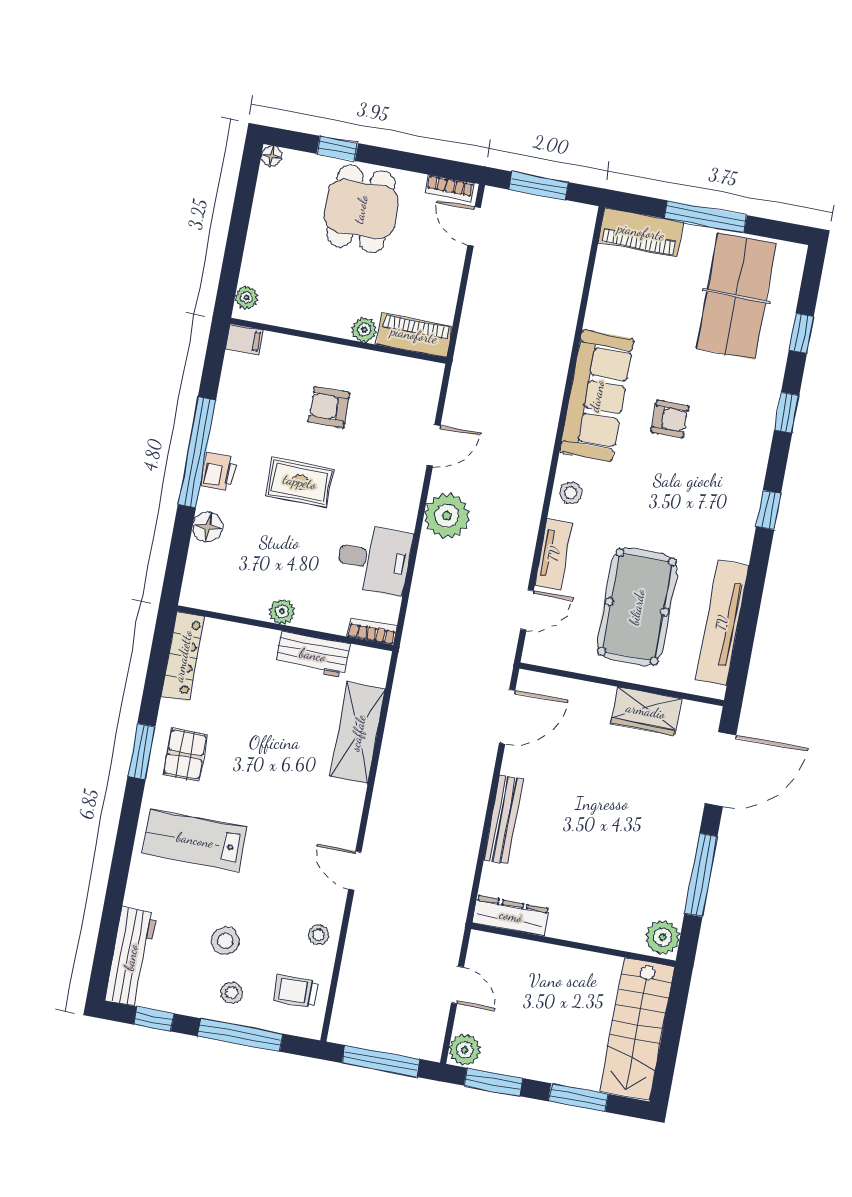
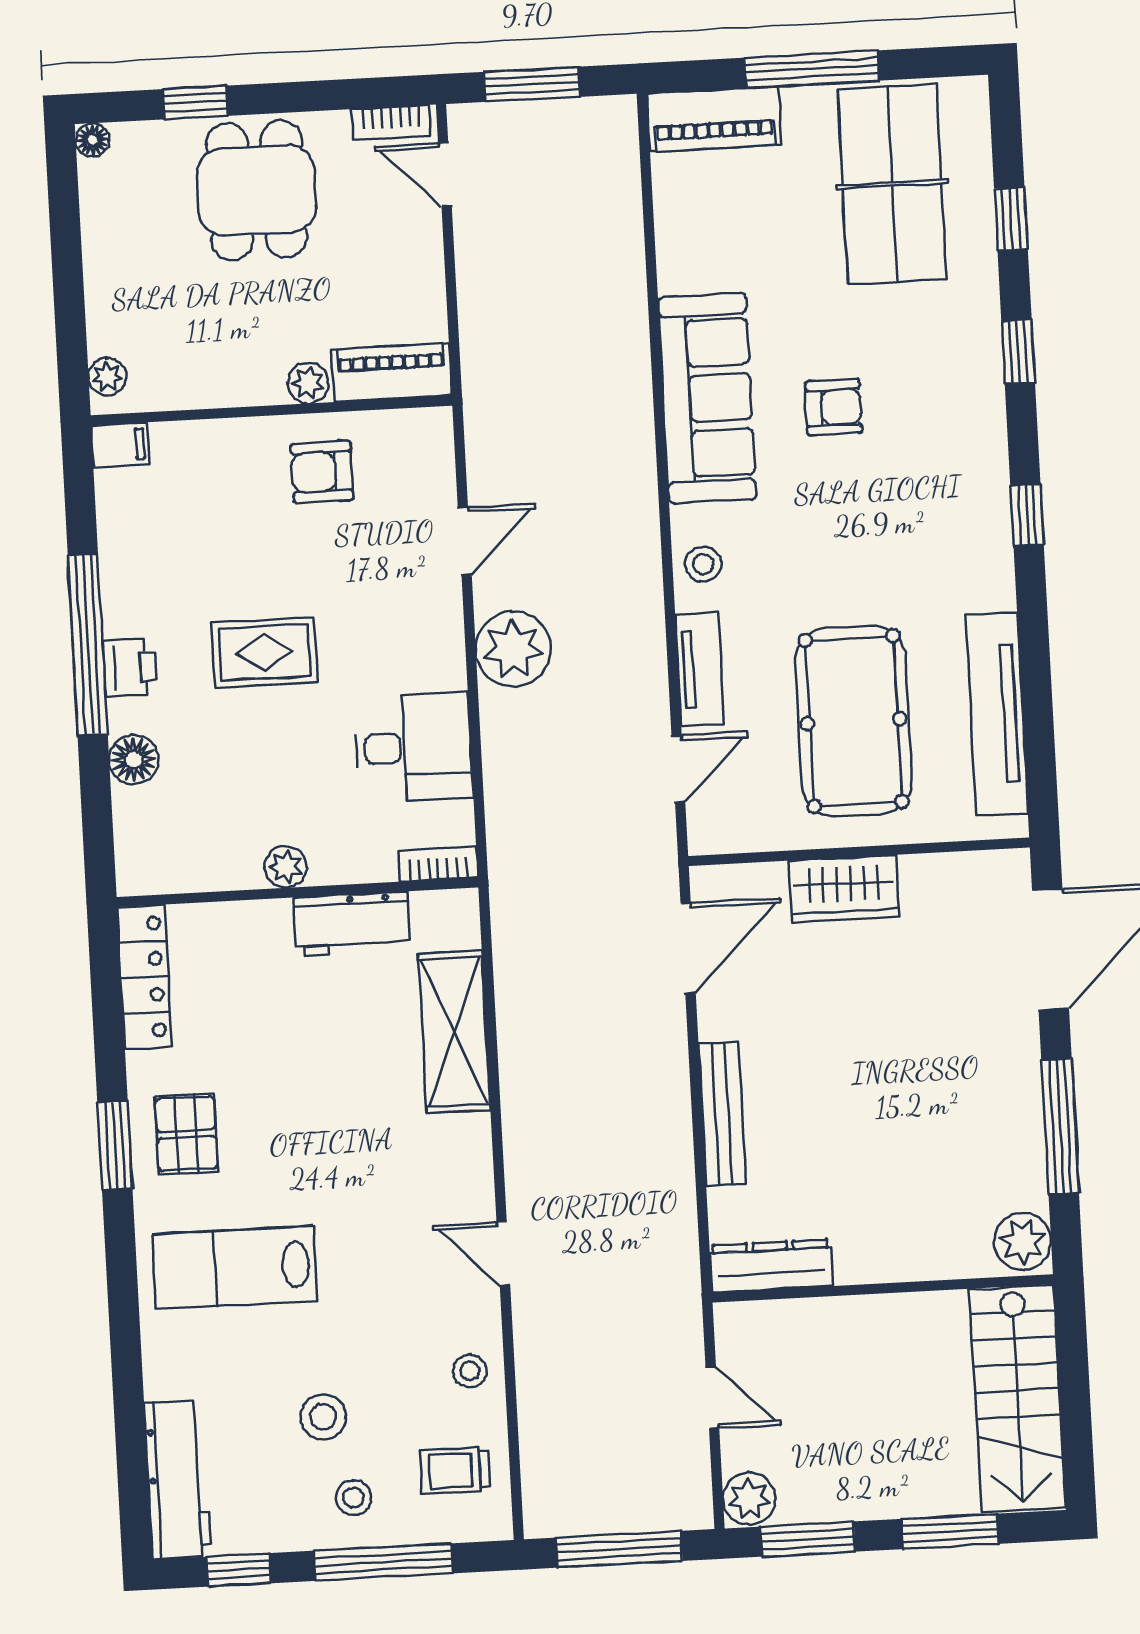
armchair: (329, 407) -> (322, 472), moved
wardrobe: (646, 711) -> (844, 889), moved

